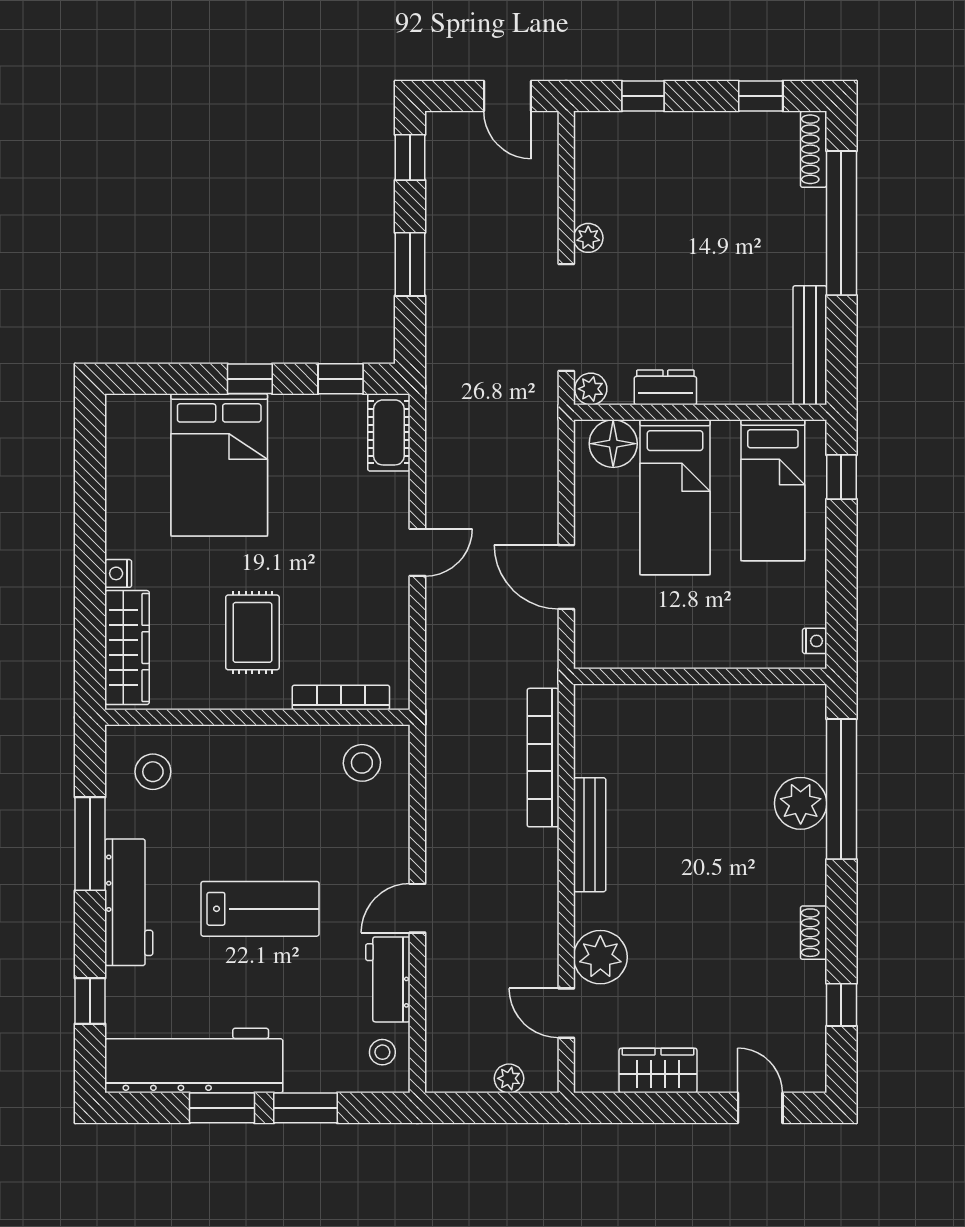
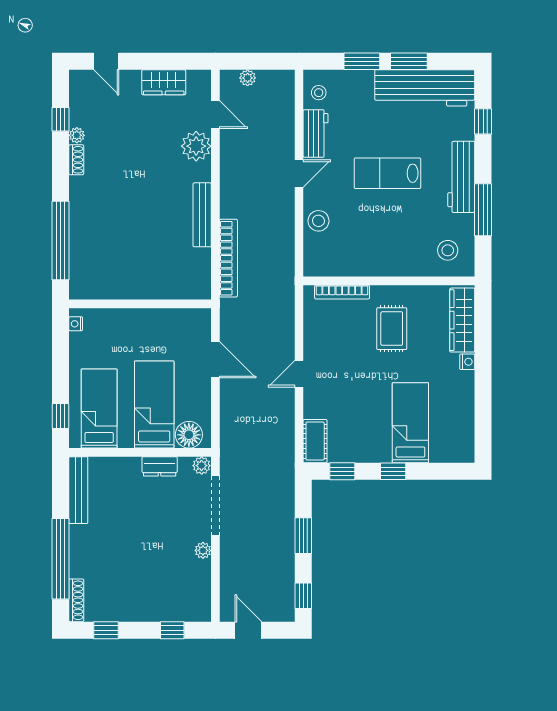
bed: (219, 465) -> (410, 423), width x0.67
stool: (362, 763) -> (318, 221), moved
plant: (801, 803) -> (77, 135), moved, width x0.53, depth x0.53

